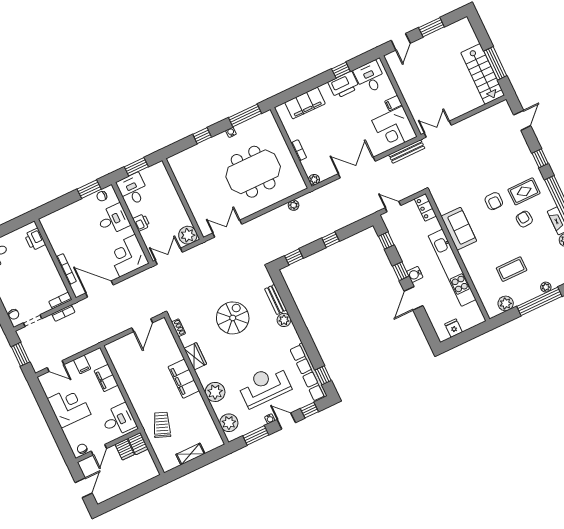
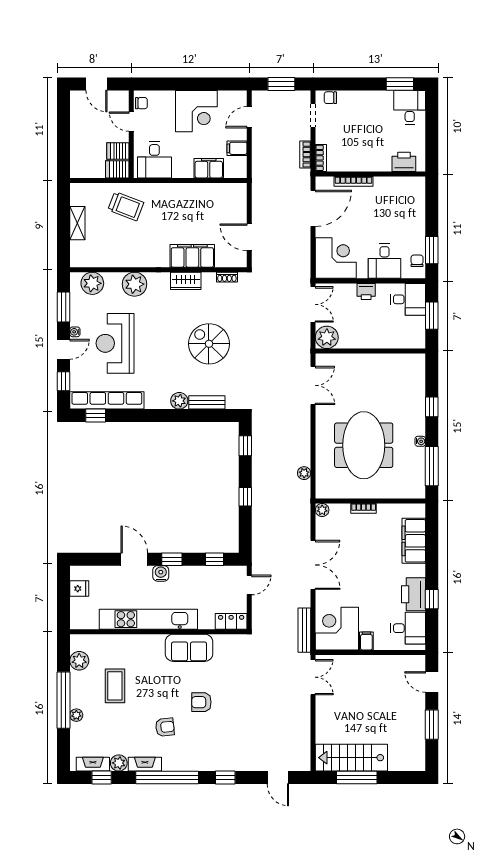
rug: (524, 191) -> (196, 742), removed
spiral stairs: (233, 318) -> (209, 344), turned 180
filing cabinet: (184, 379) -> (192, 256), moved
reception desk: (264, 386) -> (115, 343), turned 180

